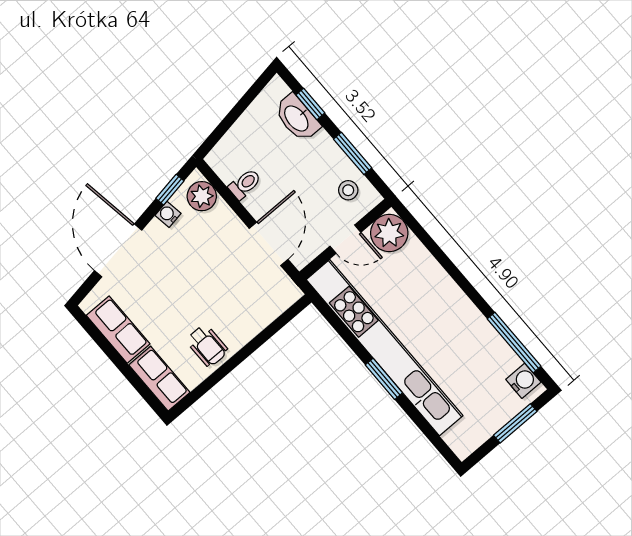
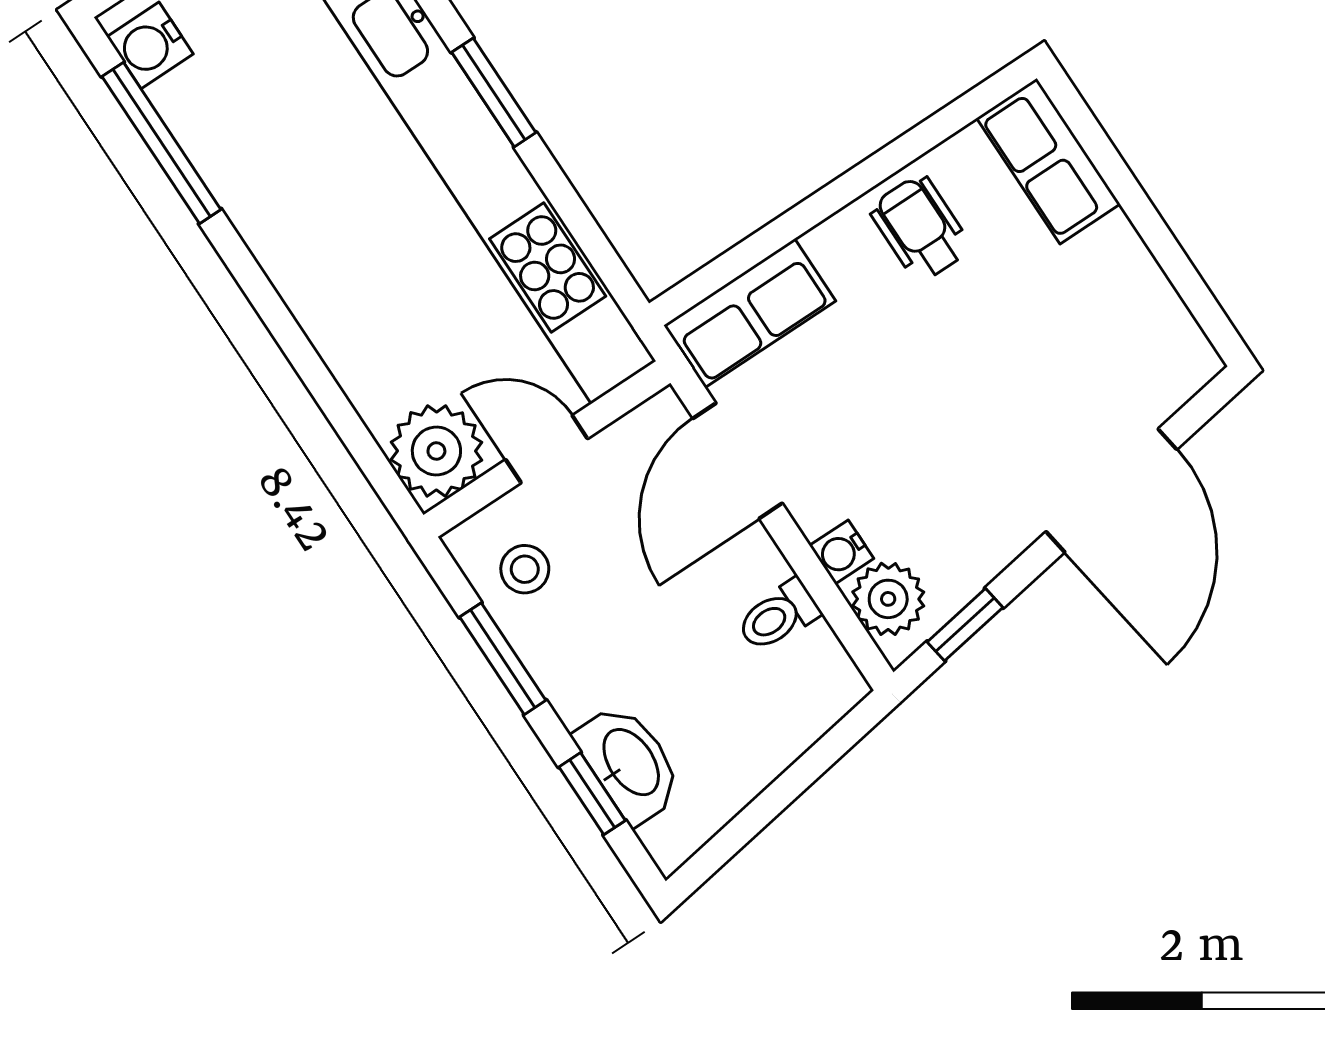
water cooler: (168, 214) -> (842, 552), moved, turned 99
row of seats: (118, 330) -> (750, 313), moved, turned -90

